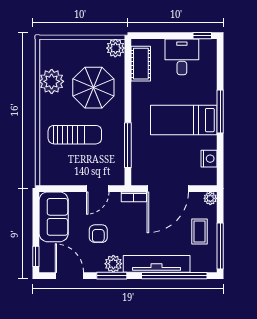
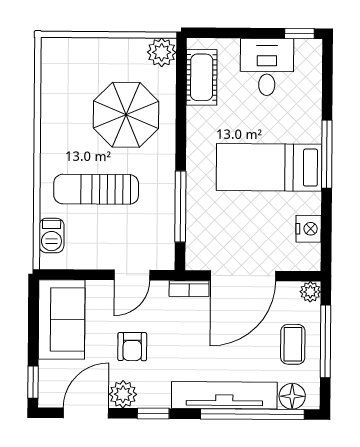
plant: (52, 81) -> (60, 105), removed
sun lounger: (75, 135) -> (96, 189), turned 180
barbecue: (47, 164) -> (52, 236), added
window: (220, 246) -> (325, 341), moved
plant: (113, 264) -> (123, 394), moved
floor lamp: (199, 264) -> (292, 396), added
door: (69, 276) -> (86, 413), hinge flipped
window: (112, 276) -> (153, 413), width x0.67

